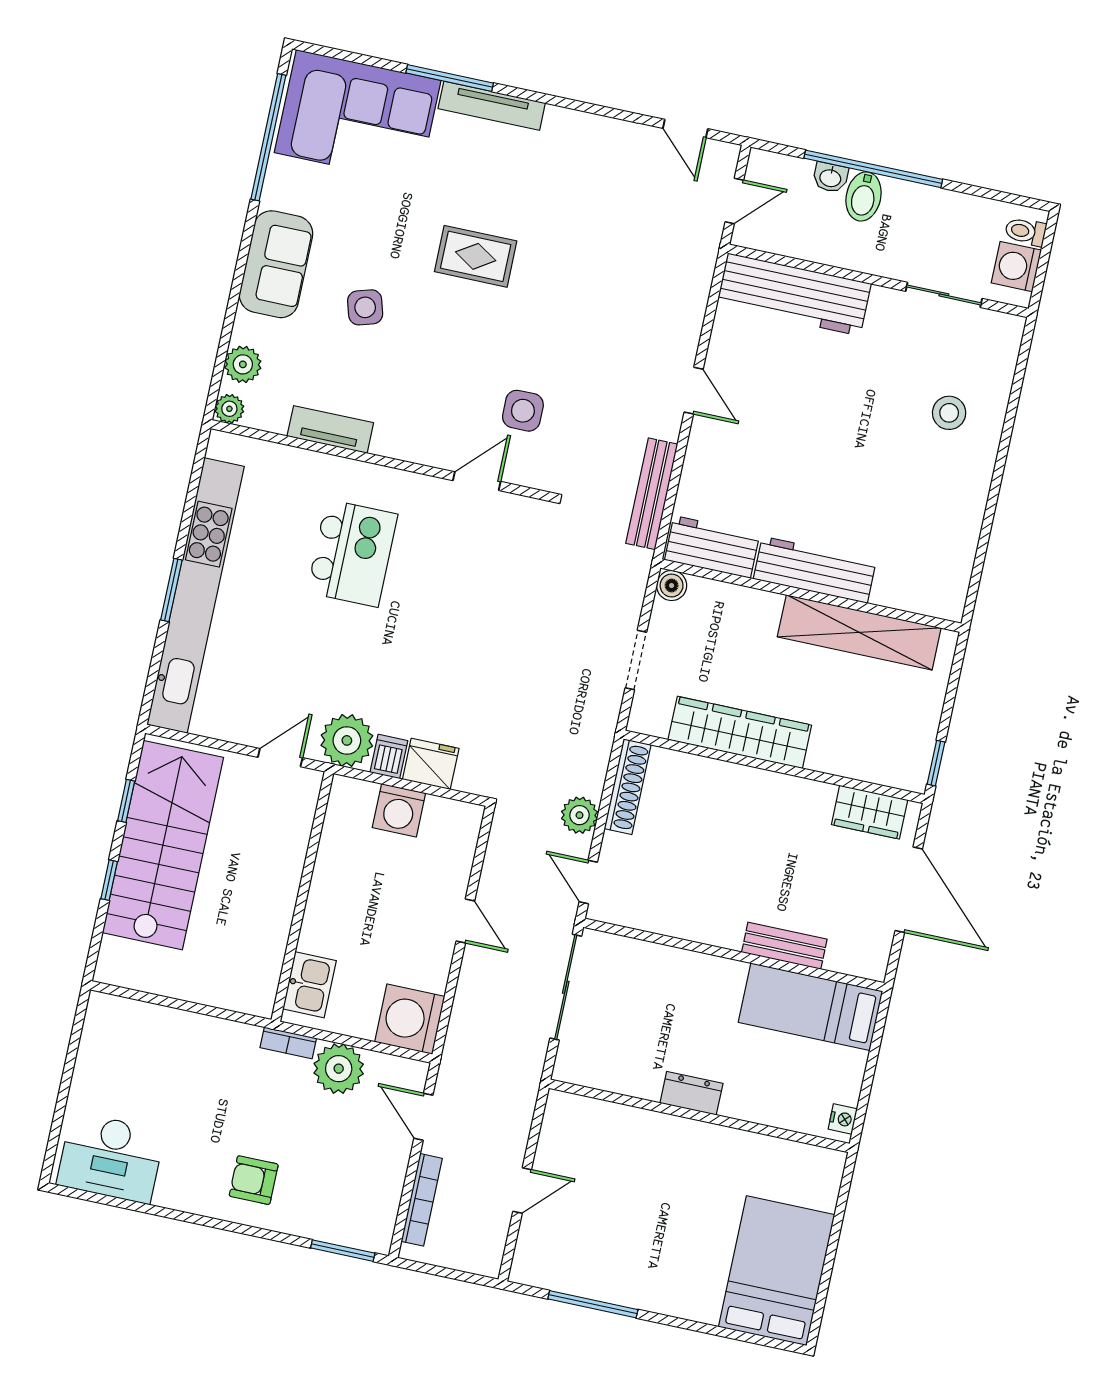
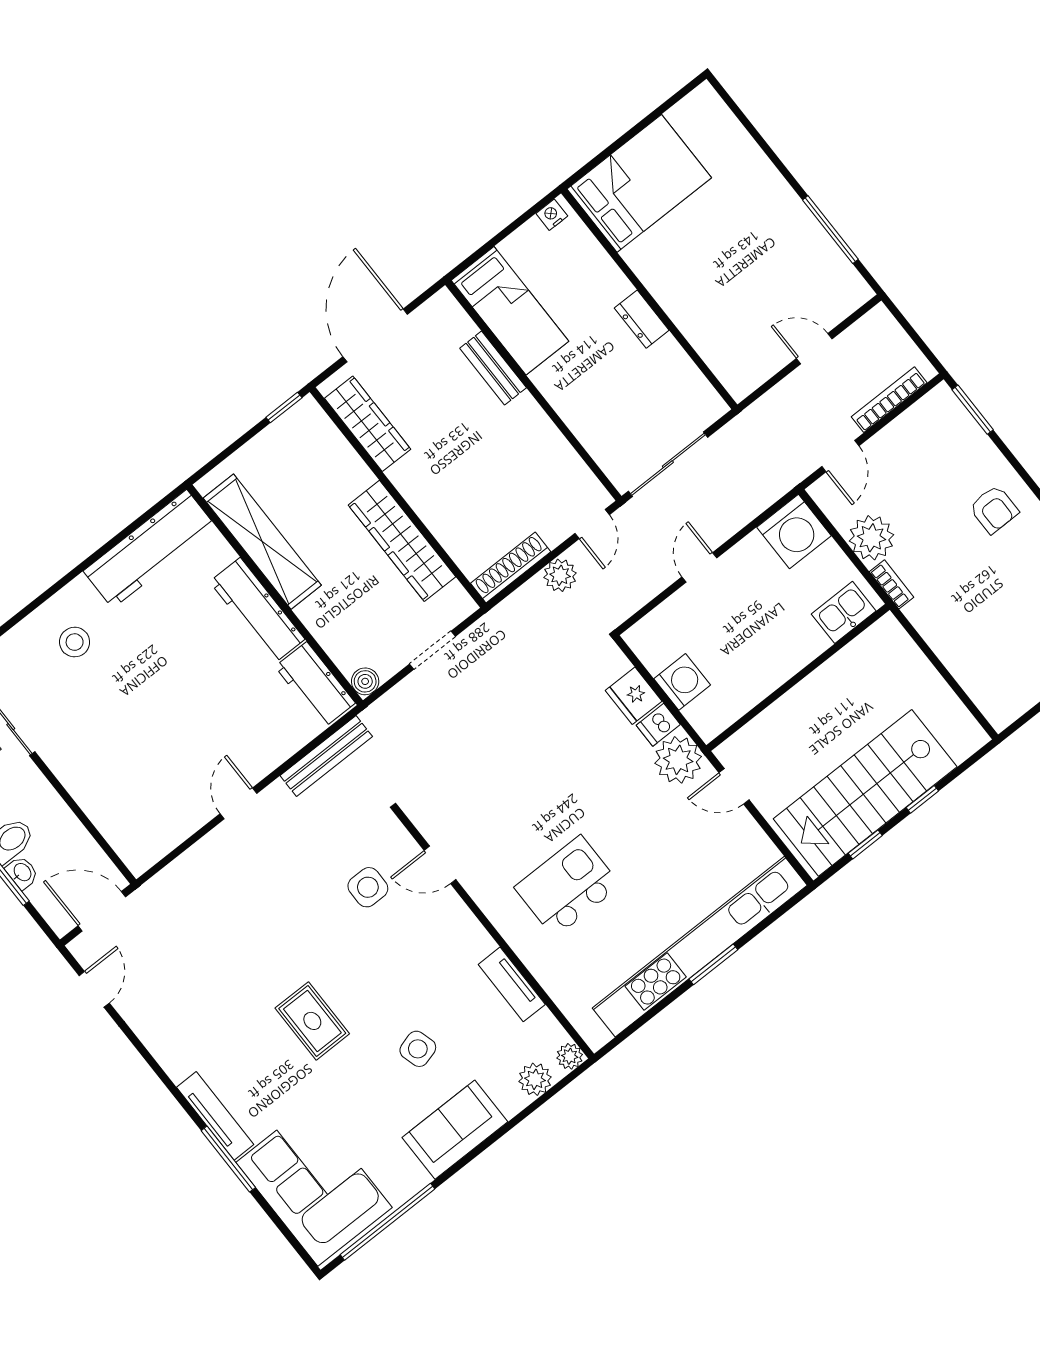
door: (734, 201) -> (102, 911), width x1.38
workbench: (794, 294) -> (150, 549), moved, turned 90
wardrobe: (870, 812) -> (368, 424), width x1.50
bed: (777, 1271) -> (639, 183), moved, turned 180

